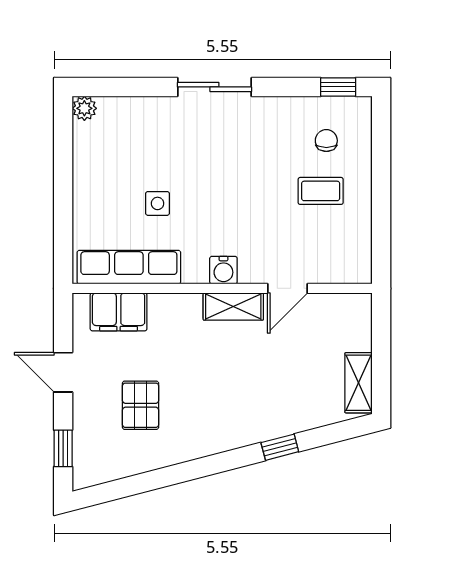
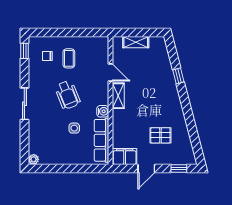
wheelchair: (235, 188) -> (68, 95), added
water cooler: (223, 270) -> (103, 111), moved
filing cabinet: (119, 312) -> (125, 156), moved, turned -90
shelving: (359, 383) -> (136, 42), moved

